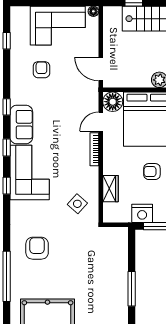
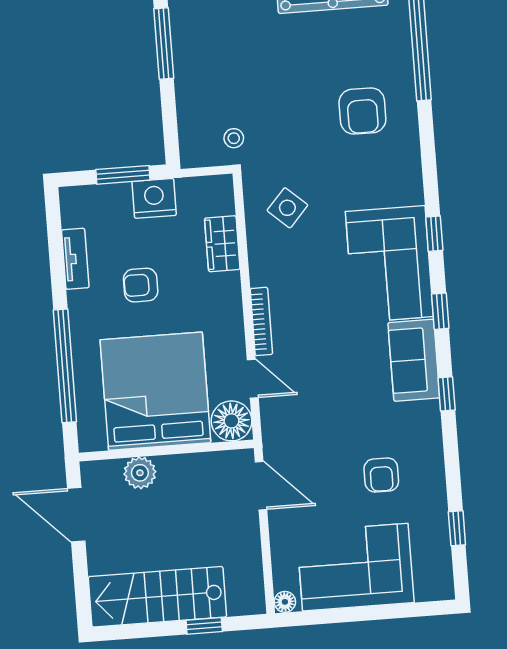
door: (101, 122) -> (253, 379), hinge flipped
armchair: (152, 172) -> (141, 285), turned 180
stool: (101, 240) -> (234, 138), added

